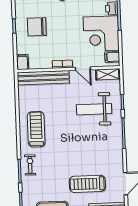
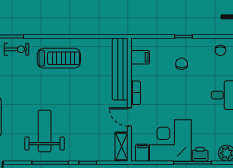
chair: (37, 27) -> (182, 64), width x0.54, depth x0.54
filing cabinet: (22, 62) -> (140, 57), moved
door: (83, 69) -> (129, 117), hinge flipped
weight bench: (94, 109) -> (45, 131), moved

